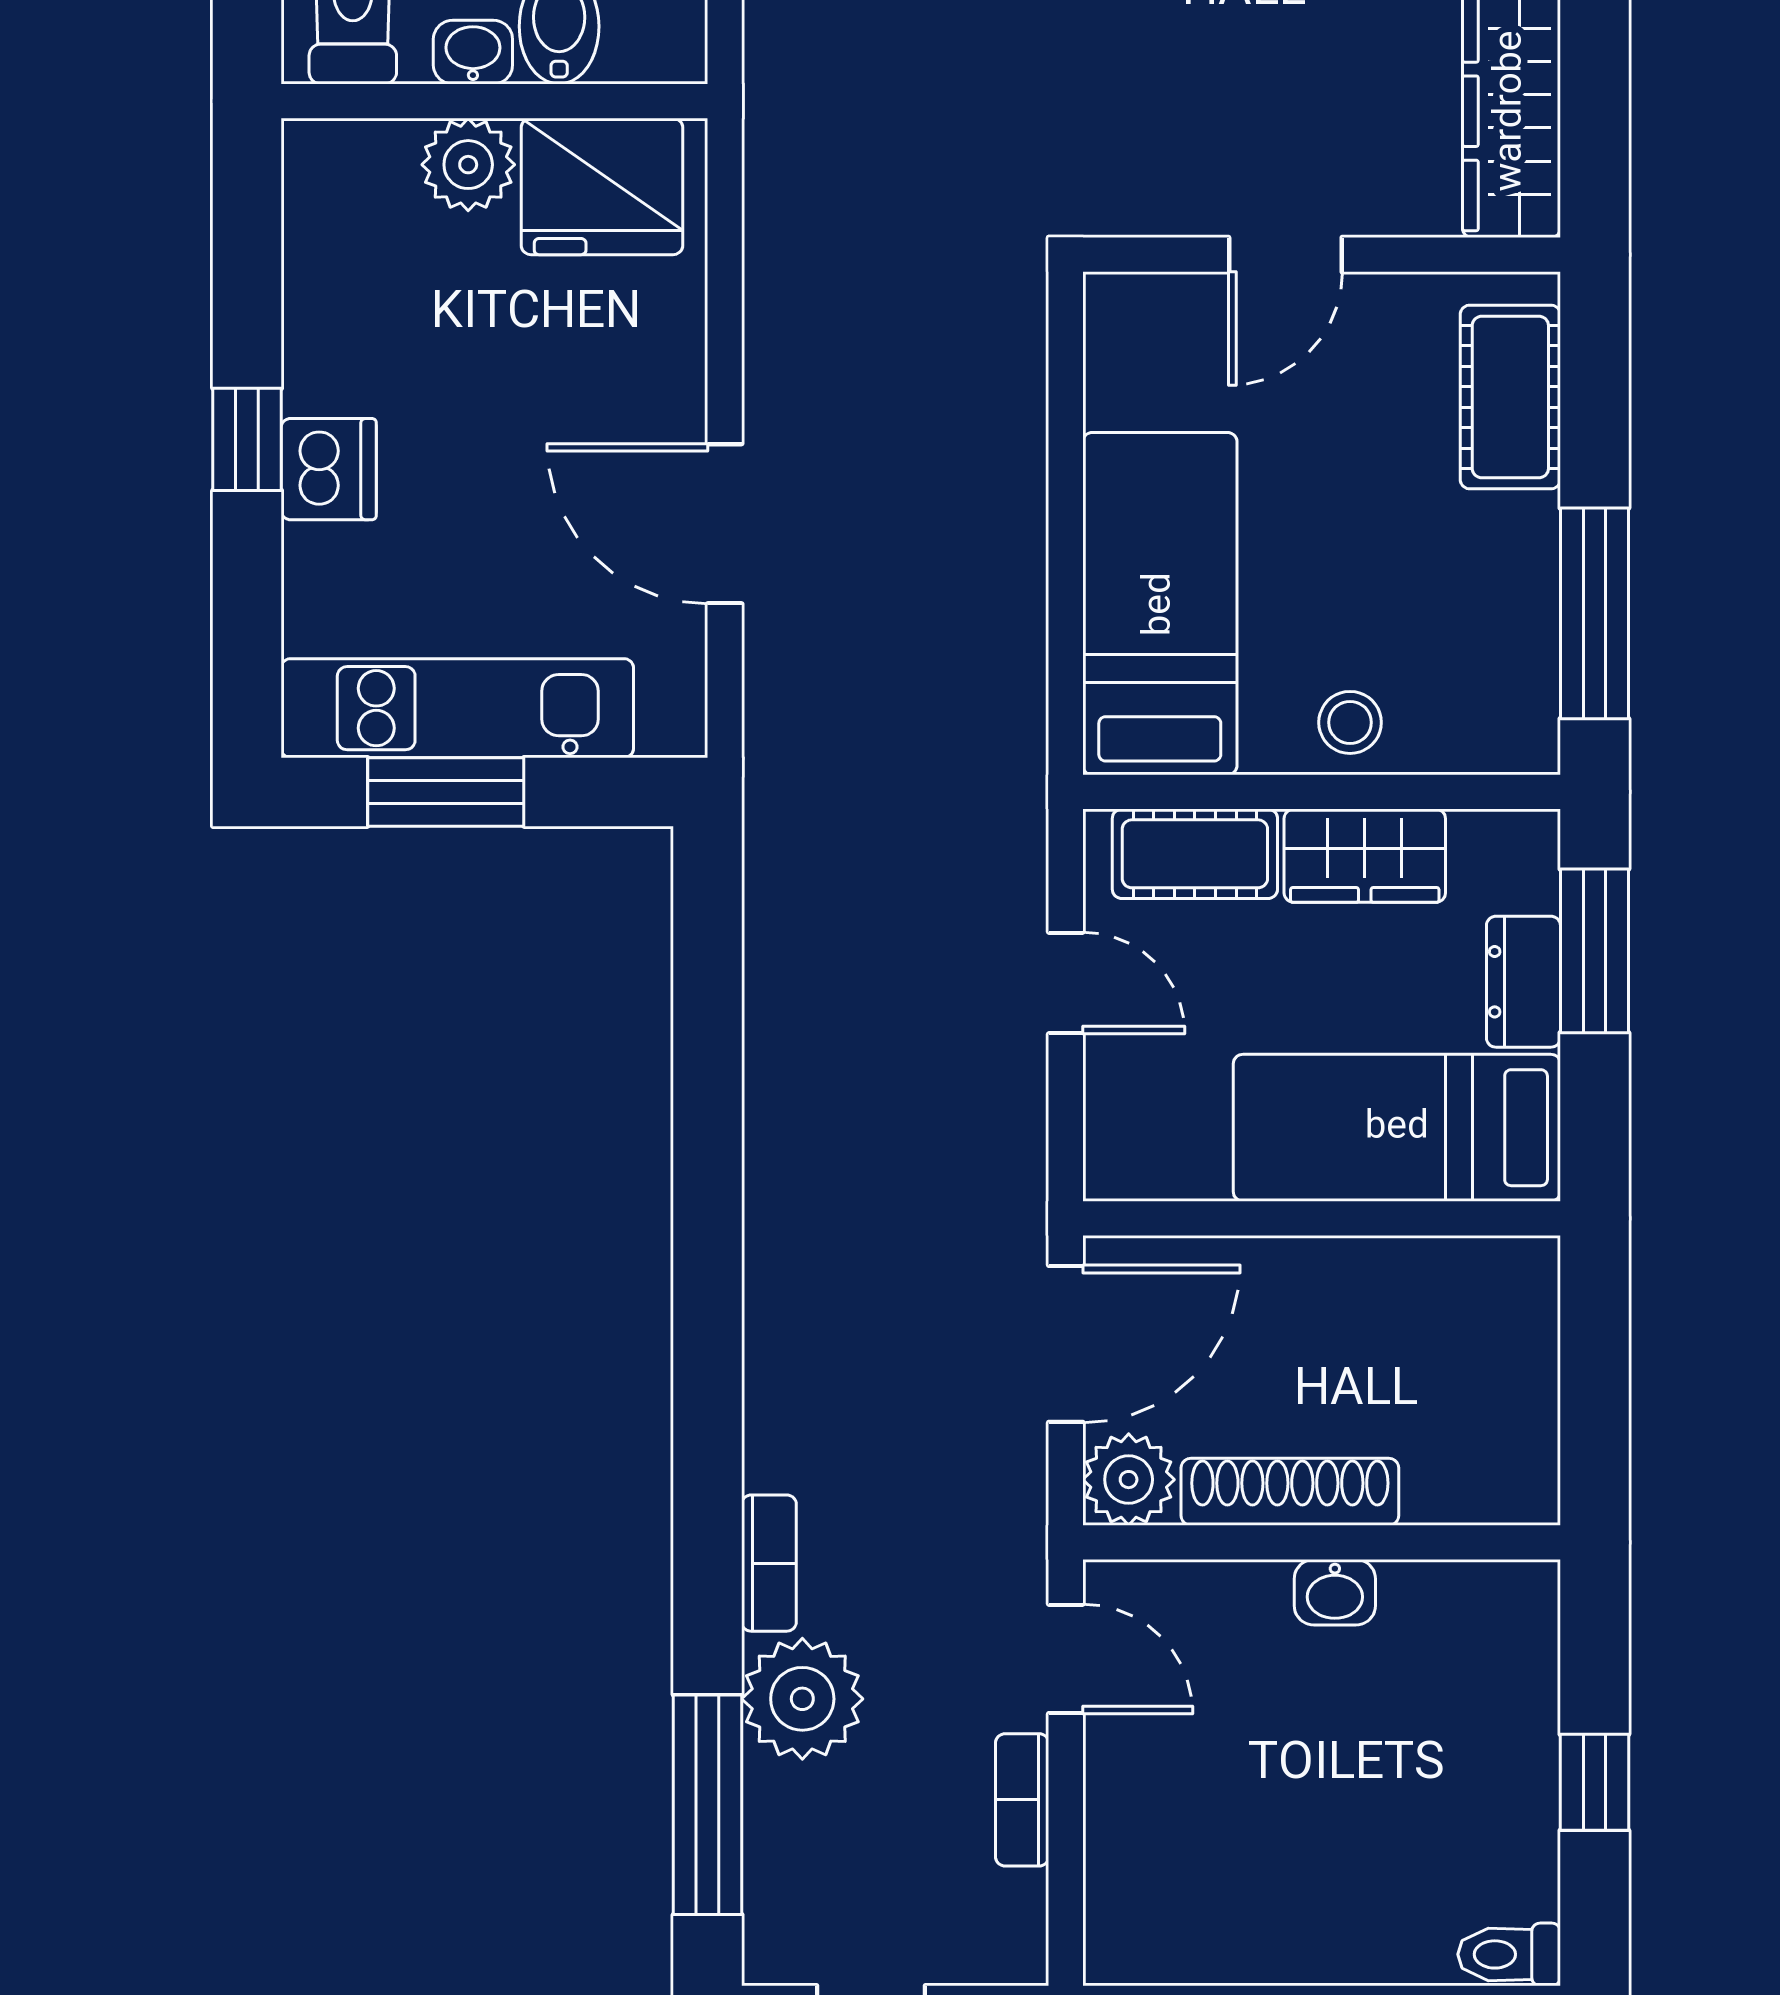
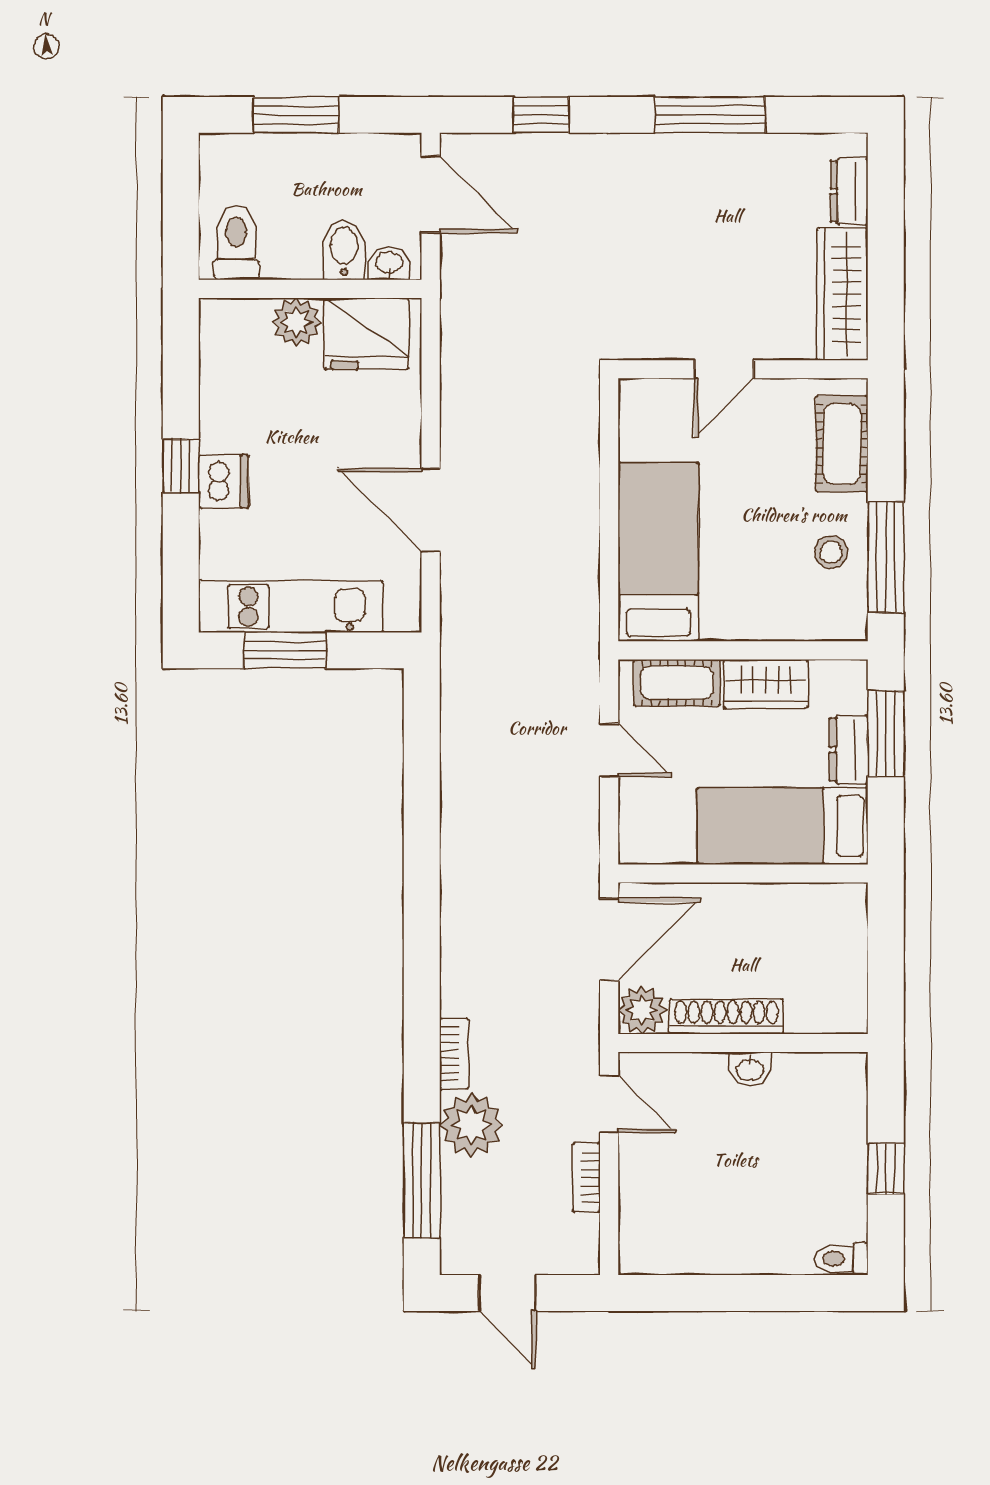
washbasin: (473, 52) -> (389, 263), moved
stool: (1350, 722) -> (831, 552), moved

